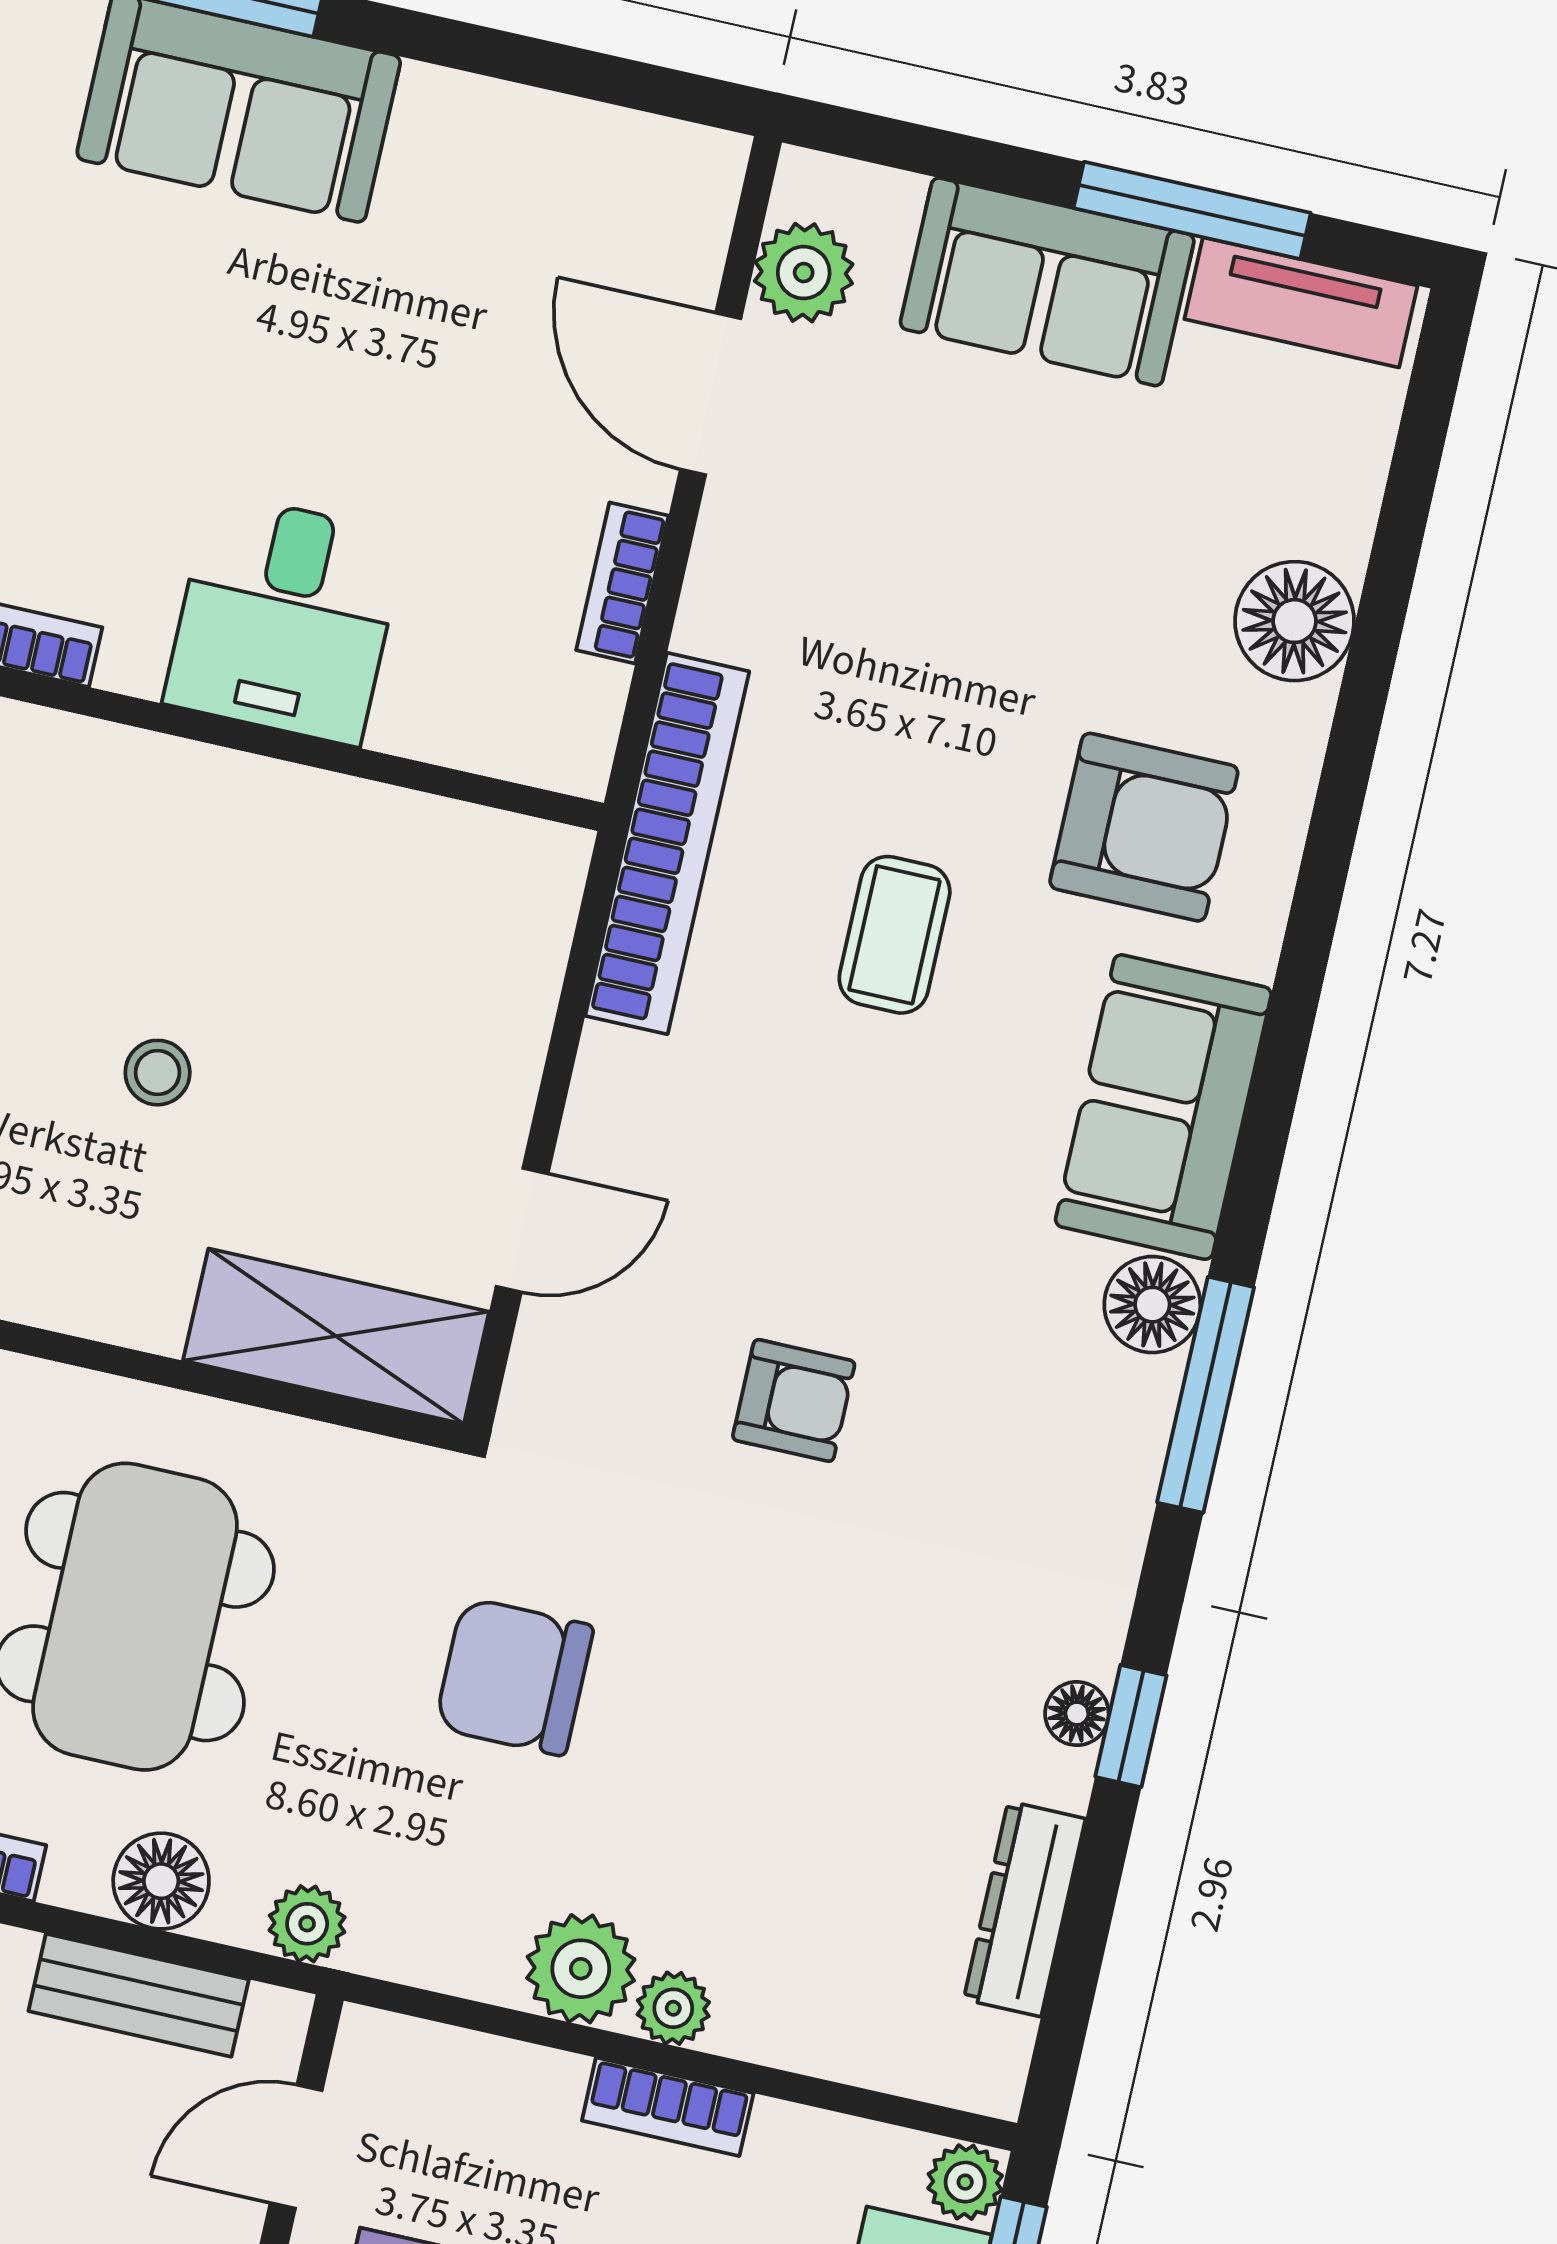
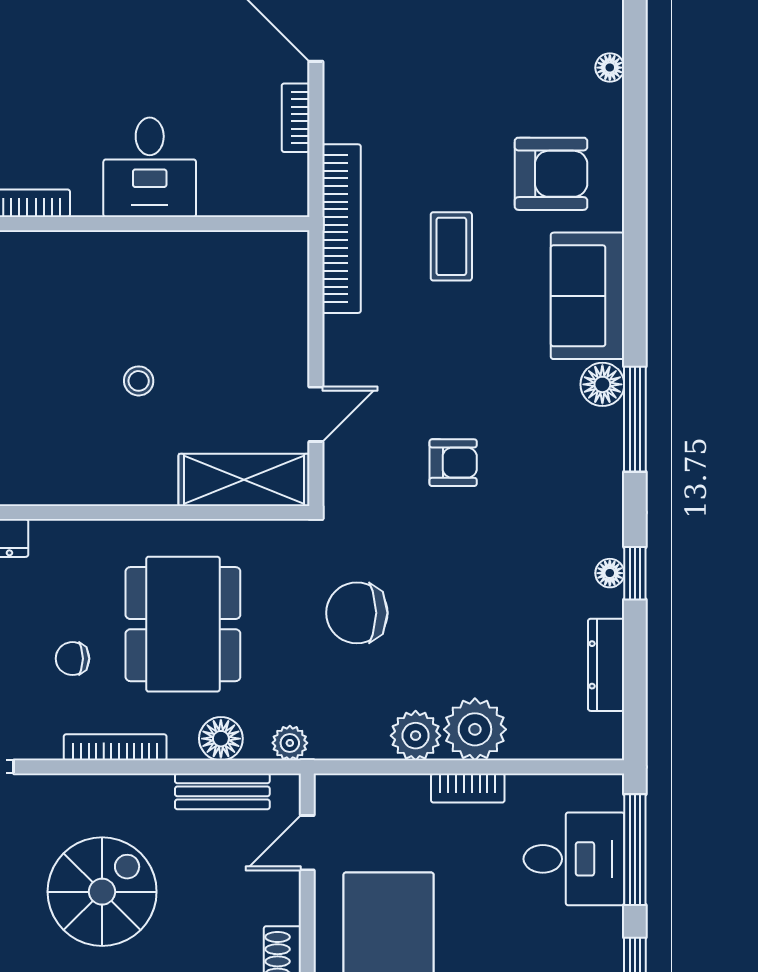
floor lamp: (1295, 621) -> (610, 68), width x0.53, depth x0.53
plant: (673, 2008) -> (475, 729), width x1.88, depth x1.88
plant: (965, 2182) -> (607, 792), removed

